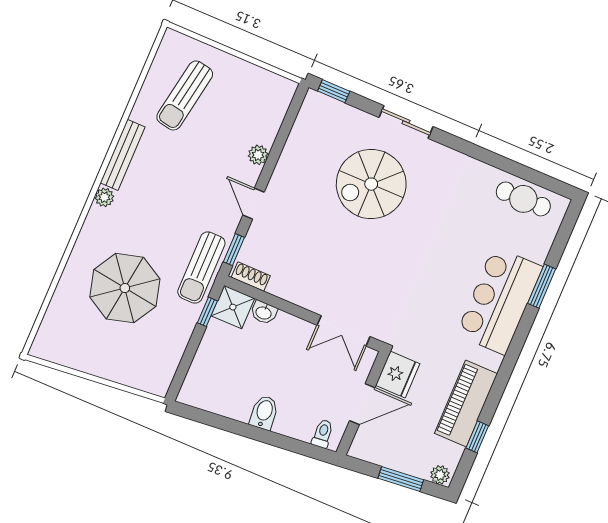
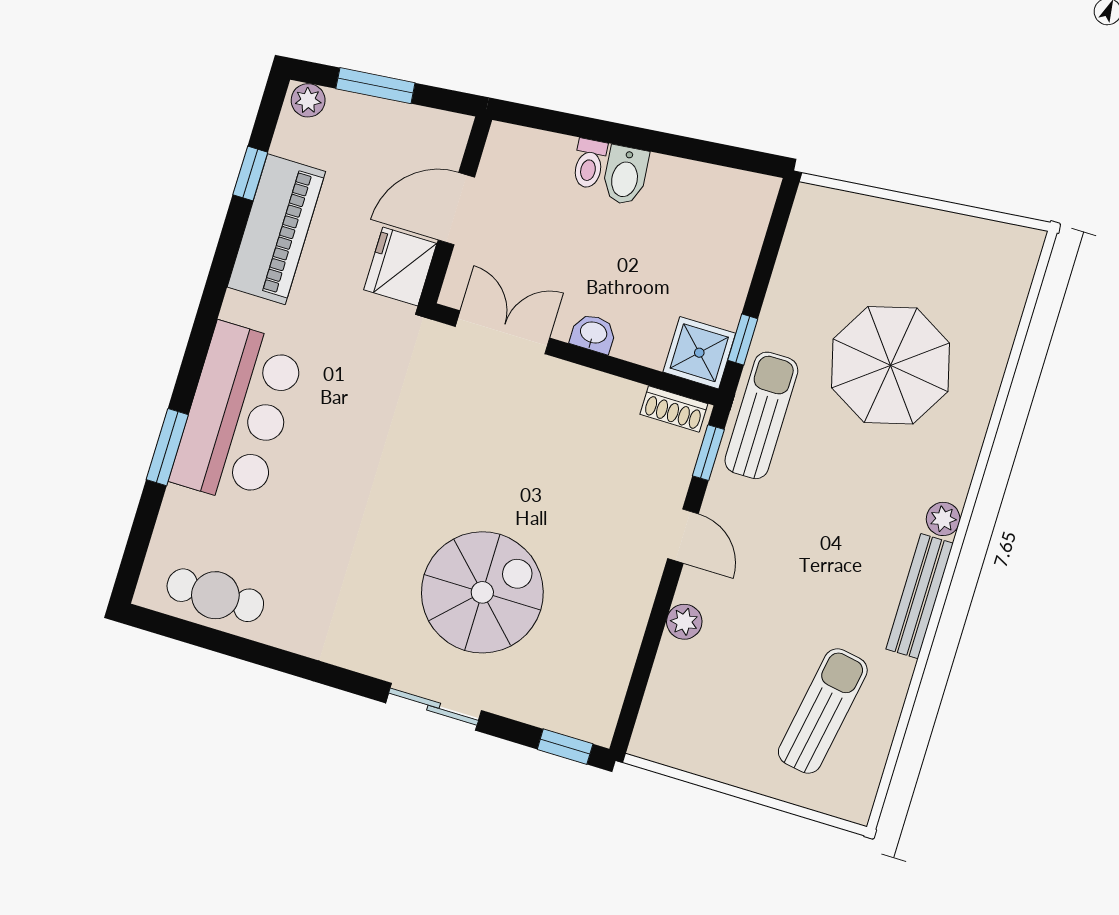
washbasin: (264, 312) -> (593, 333), moved
toilet: (323, 434) -> (589, 164), moved

